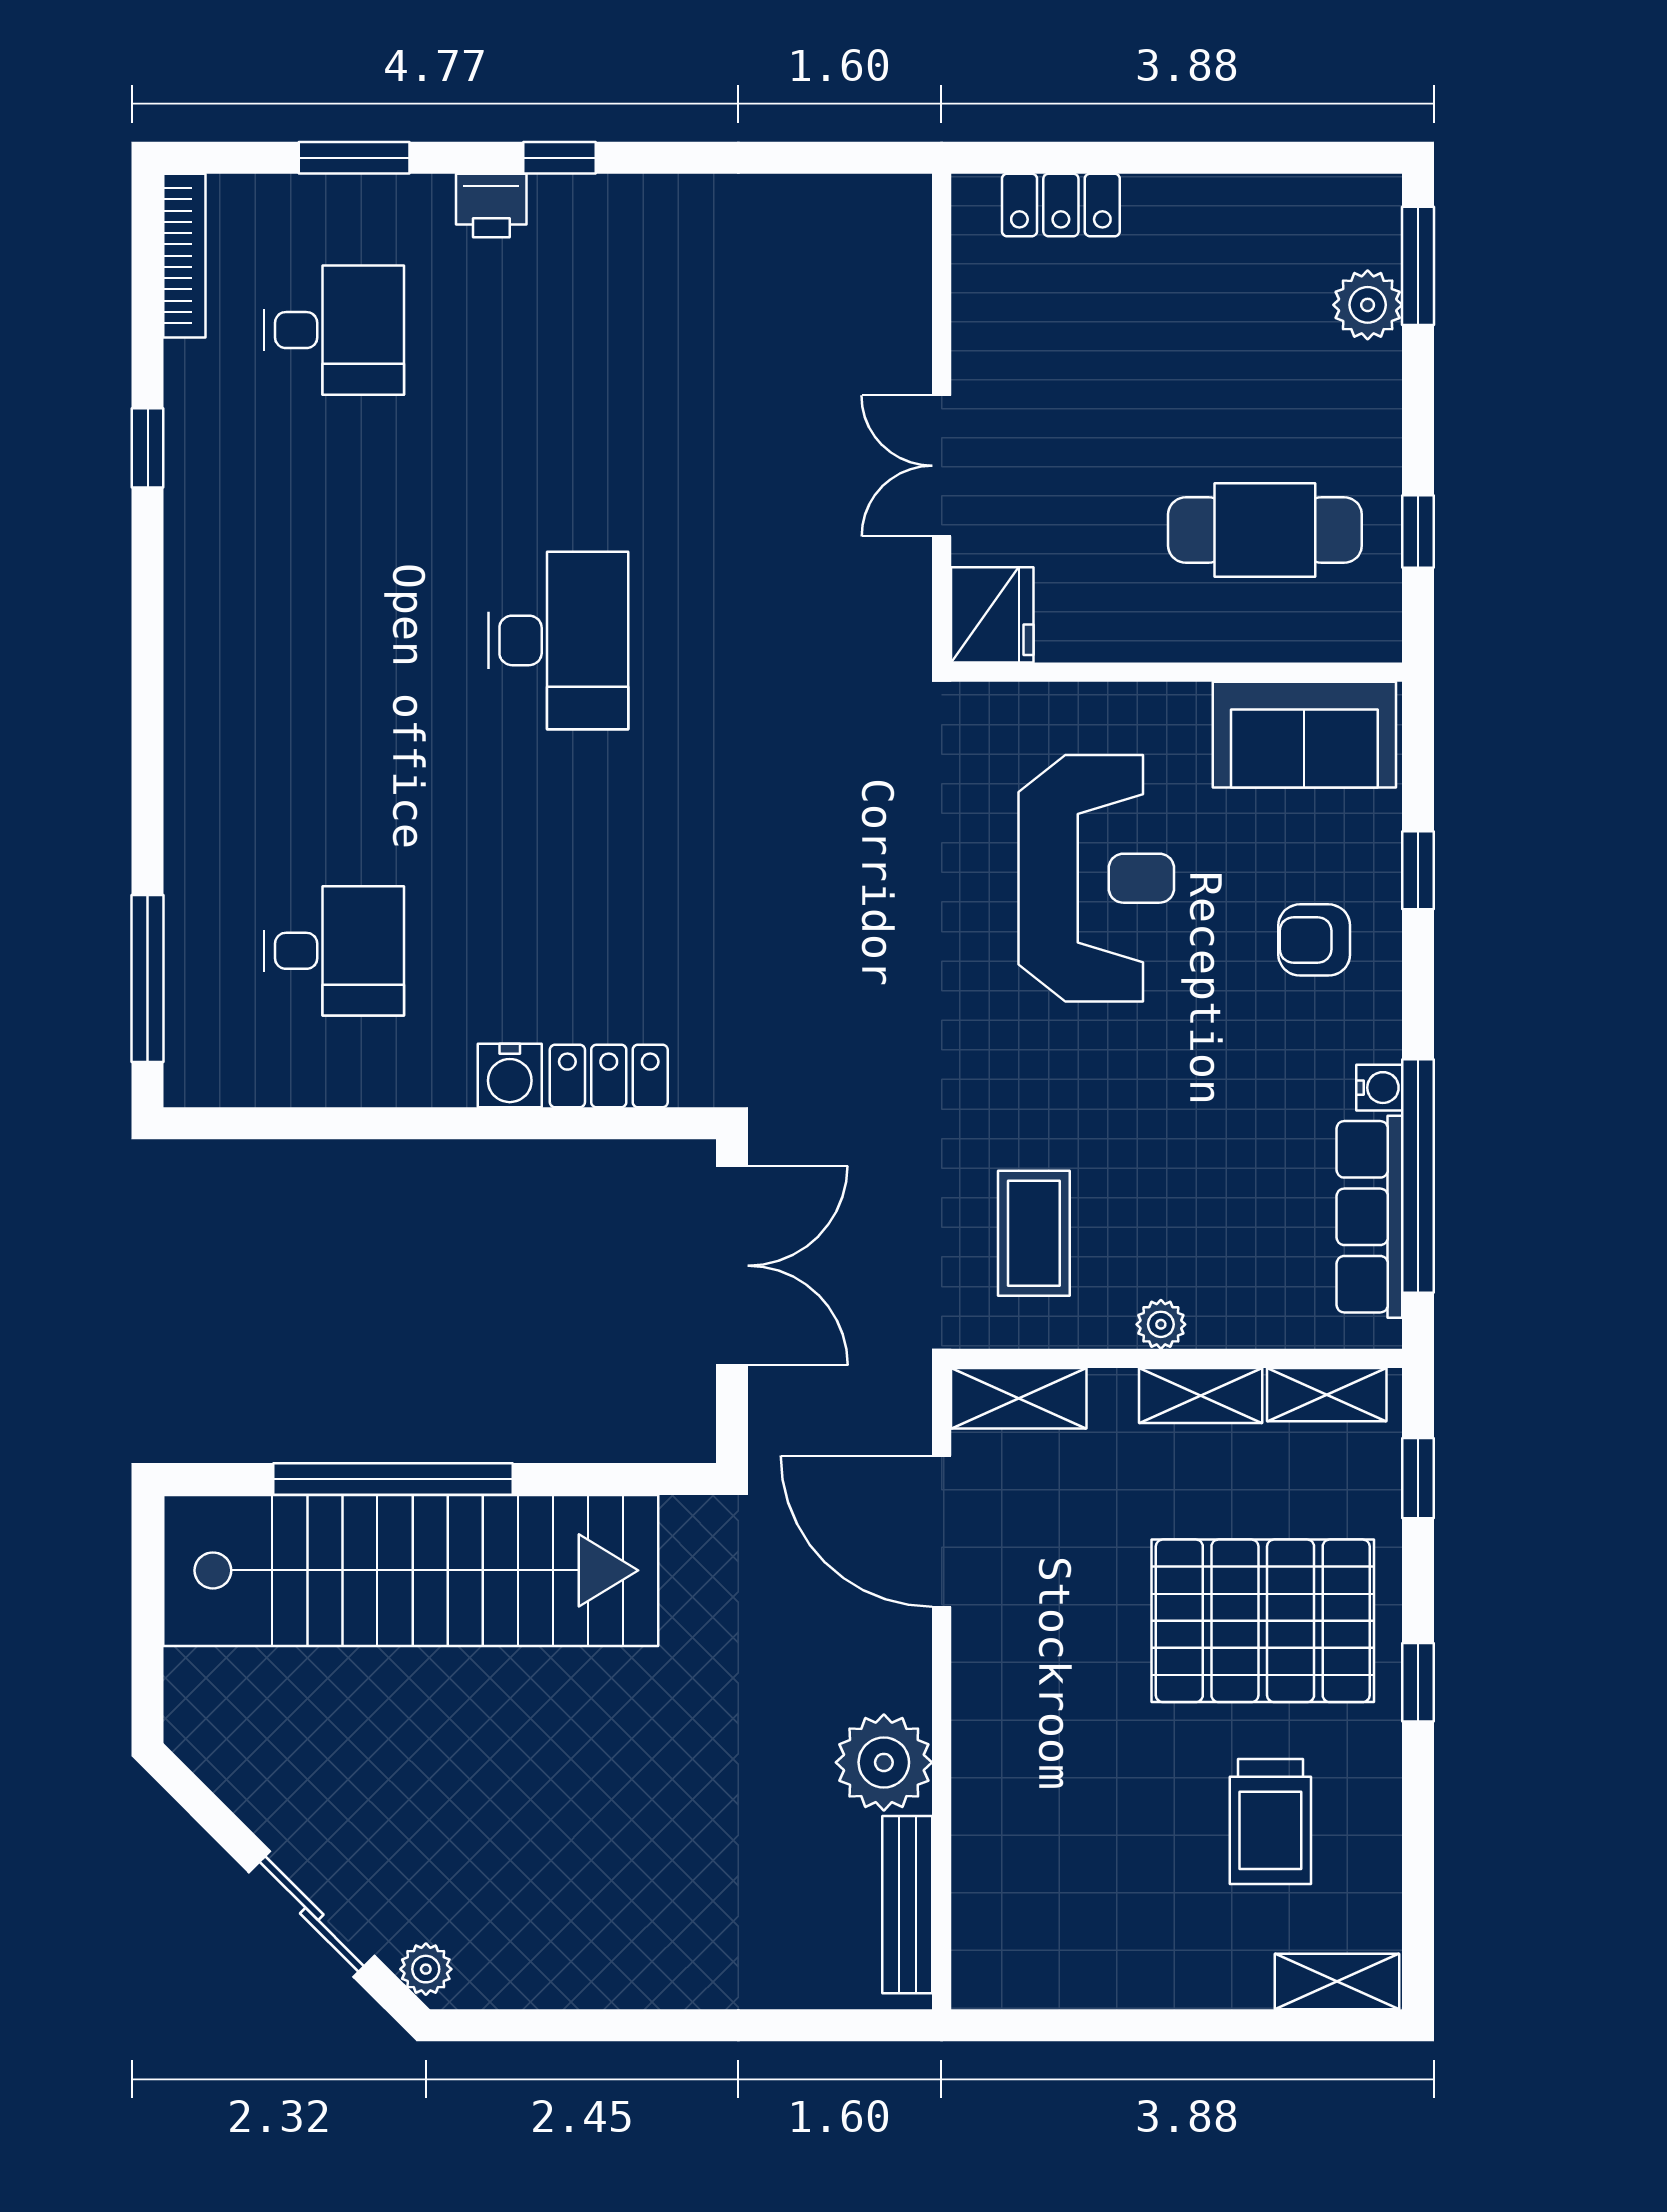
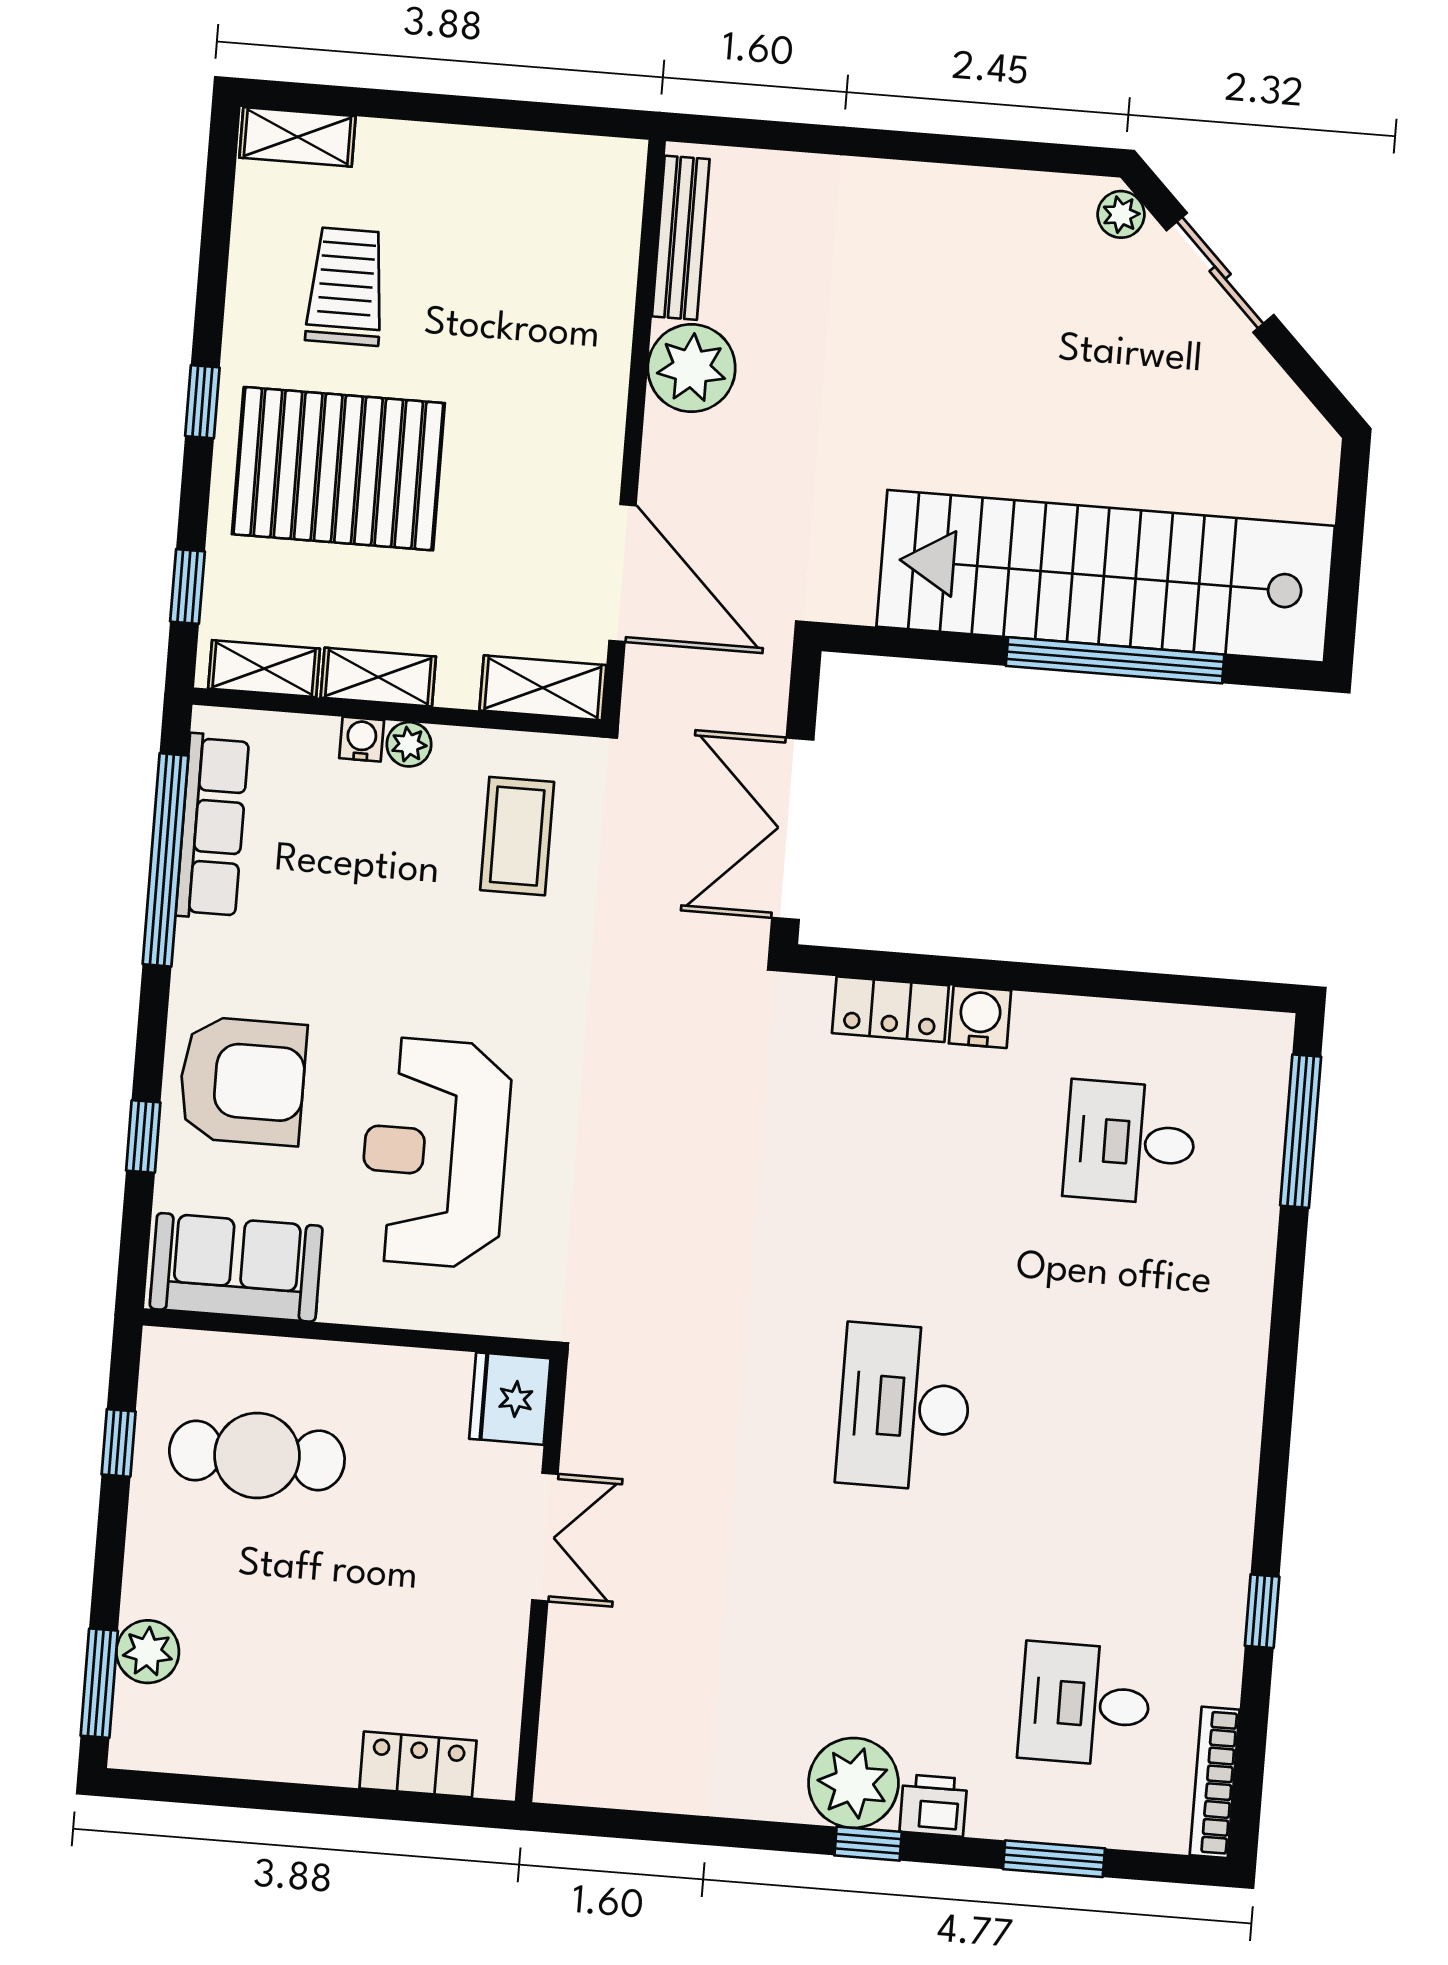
plant: (581, 223) -> (853, 1783), added
armchair: (1314, 940) -> (242, 1081), width x1.88, depth x1.88
water cooler: (1379, 1088) -> (362, 739), moved, turned 90

